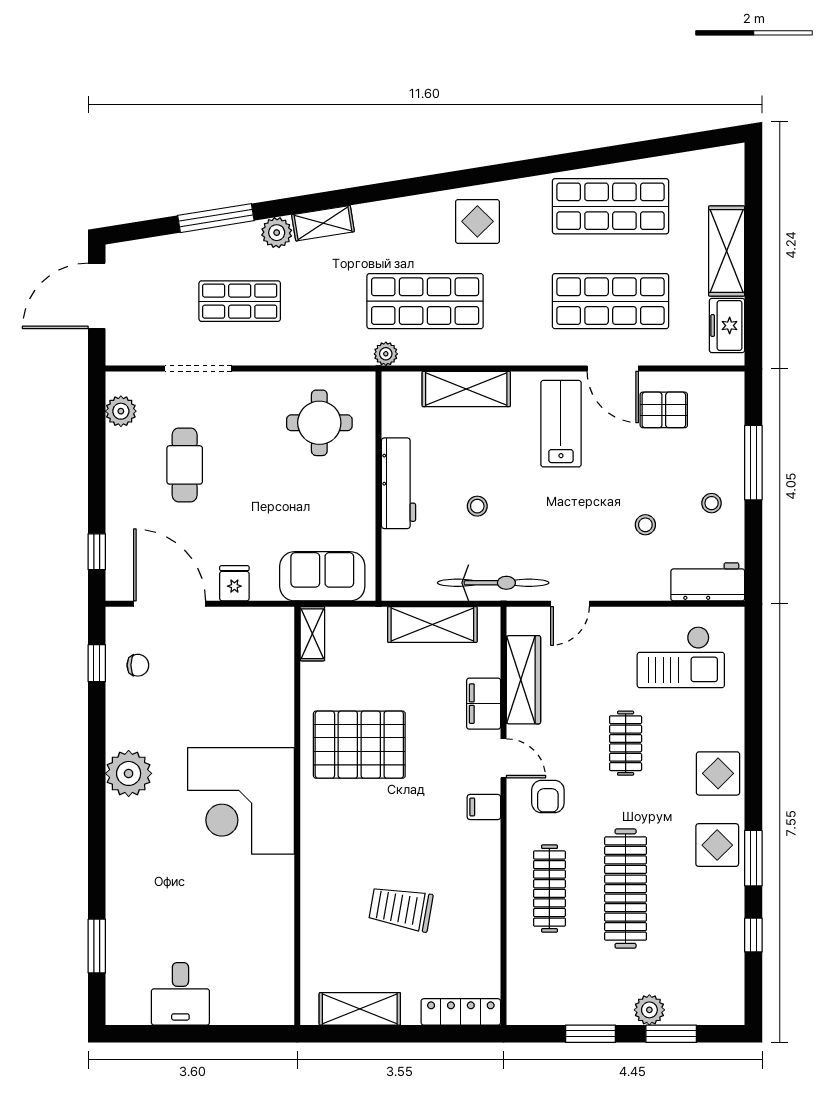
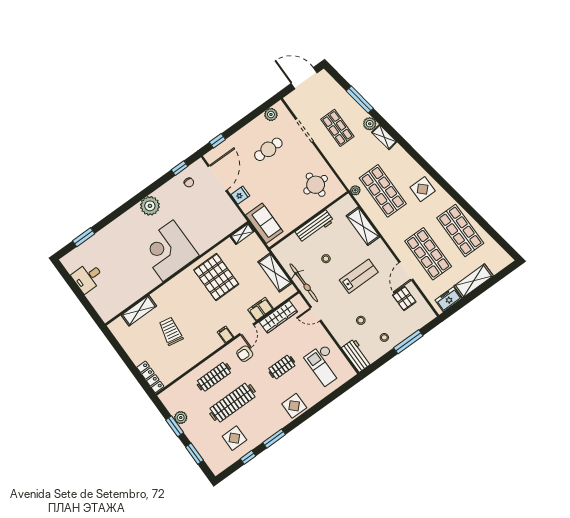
lab bench: (561, 424) -> (359, 276), moved
display table: (717, 845) -> (234, 438), moved
shelving: (360, 1009) -> (139, 311), moved, turned 90
plant: (649, 1010) -> (181, 418), moved

